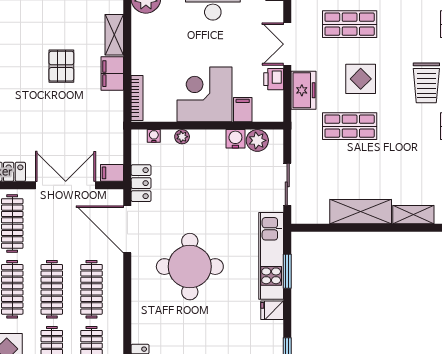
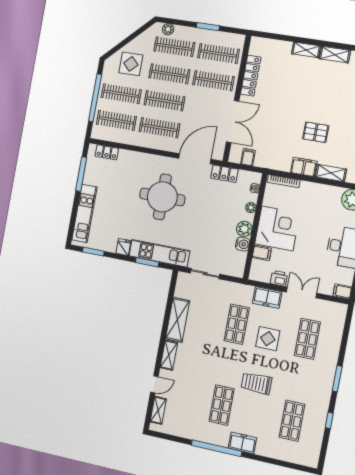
plant: (257, 140) -> (244, 229), moved
filing cabinet: (112, 173) -> (248, 157), moved

